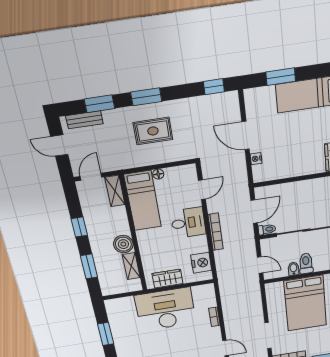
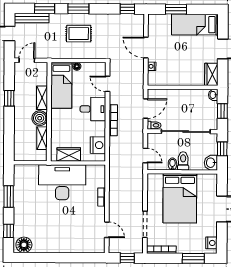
bench: (84, 120) -> (32, 18), width x1.36
door: (202, 190) -> (108, 84), swing flipped
shelving: (115, 191) -> (42, 98), moved
window: (89, 266) -> (9, 133), removed

